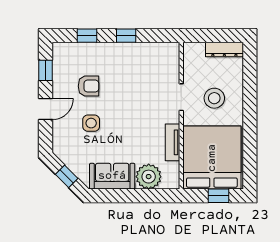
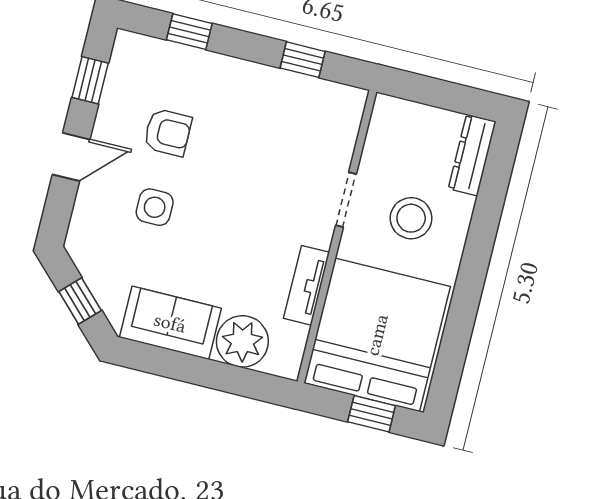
window: (126, 36) -> (303, 60), moved
dresser: (224, 49) -> (472, 155), moved, turned 90

